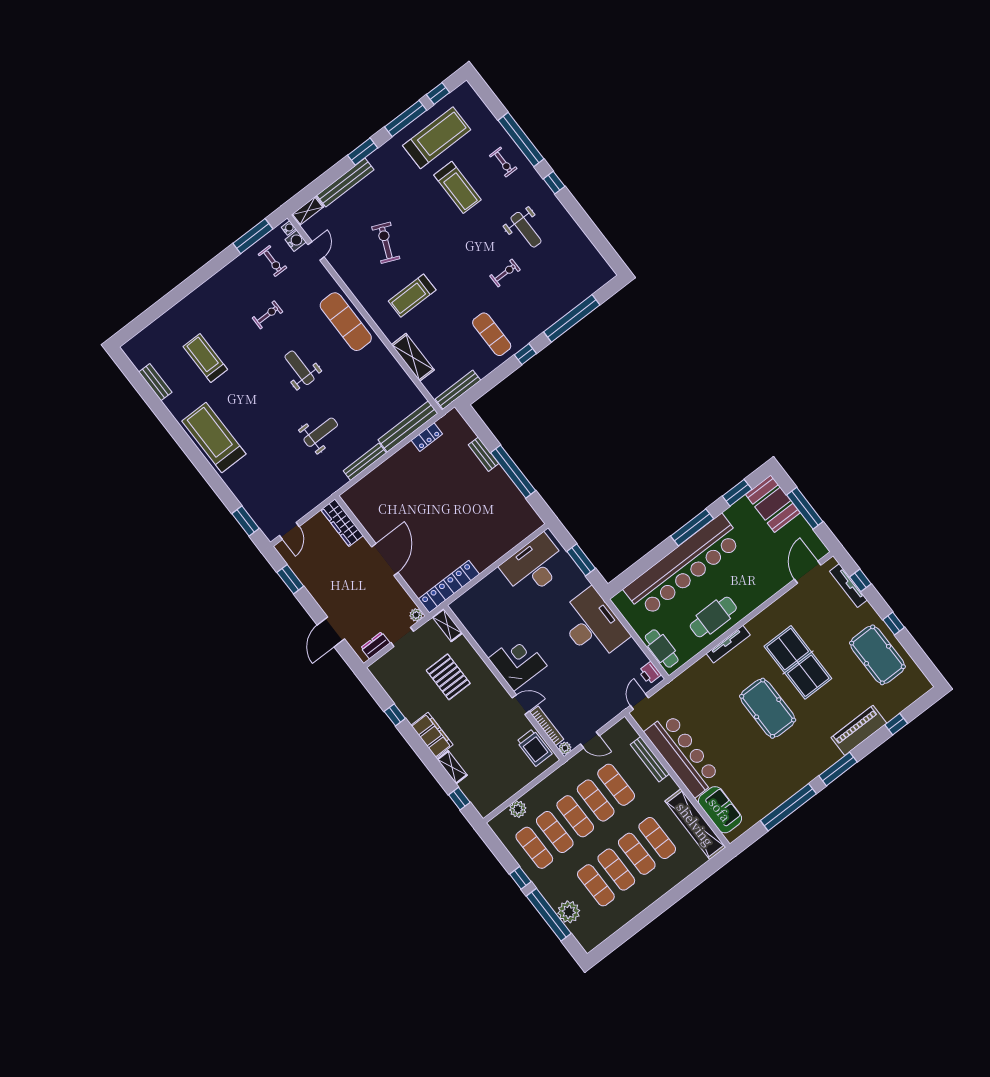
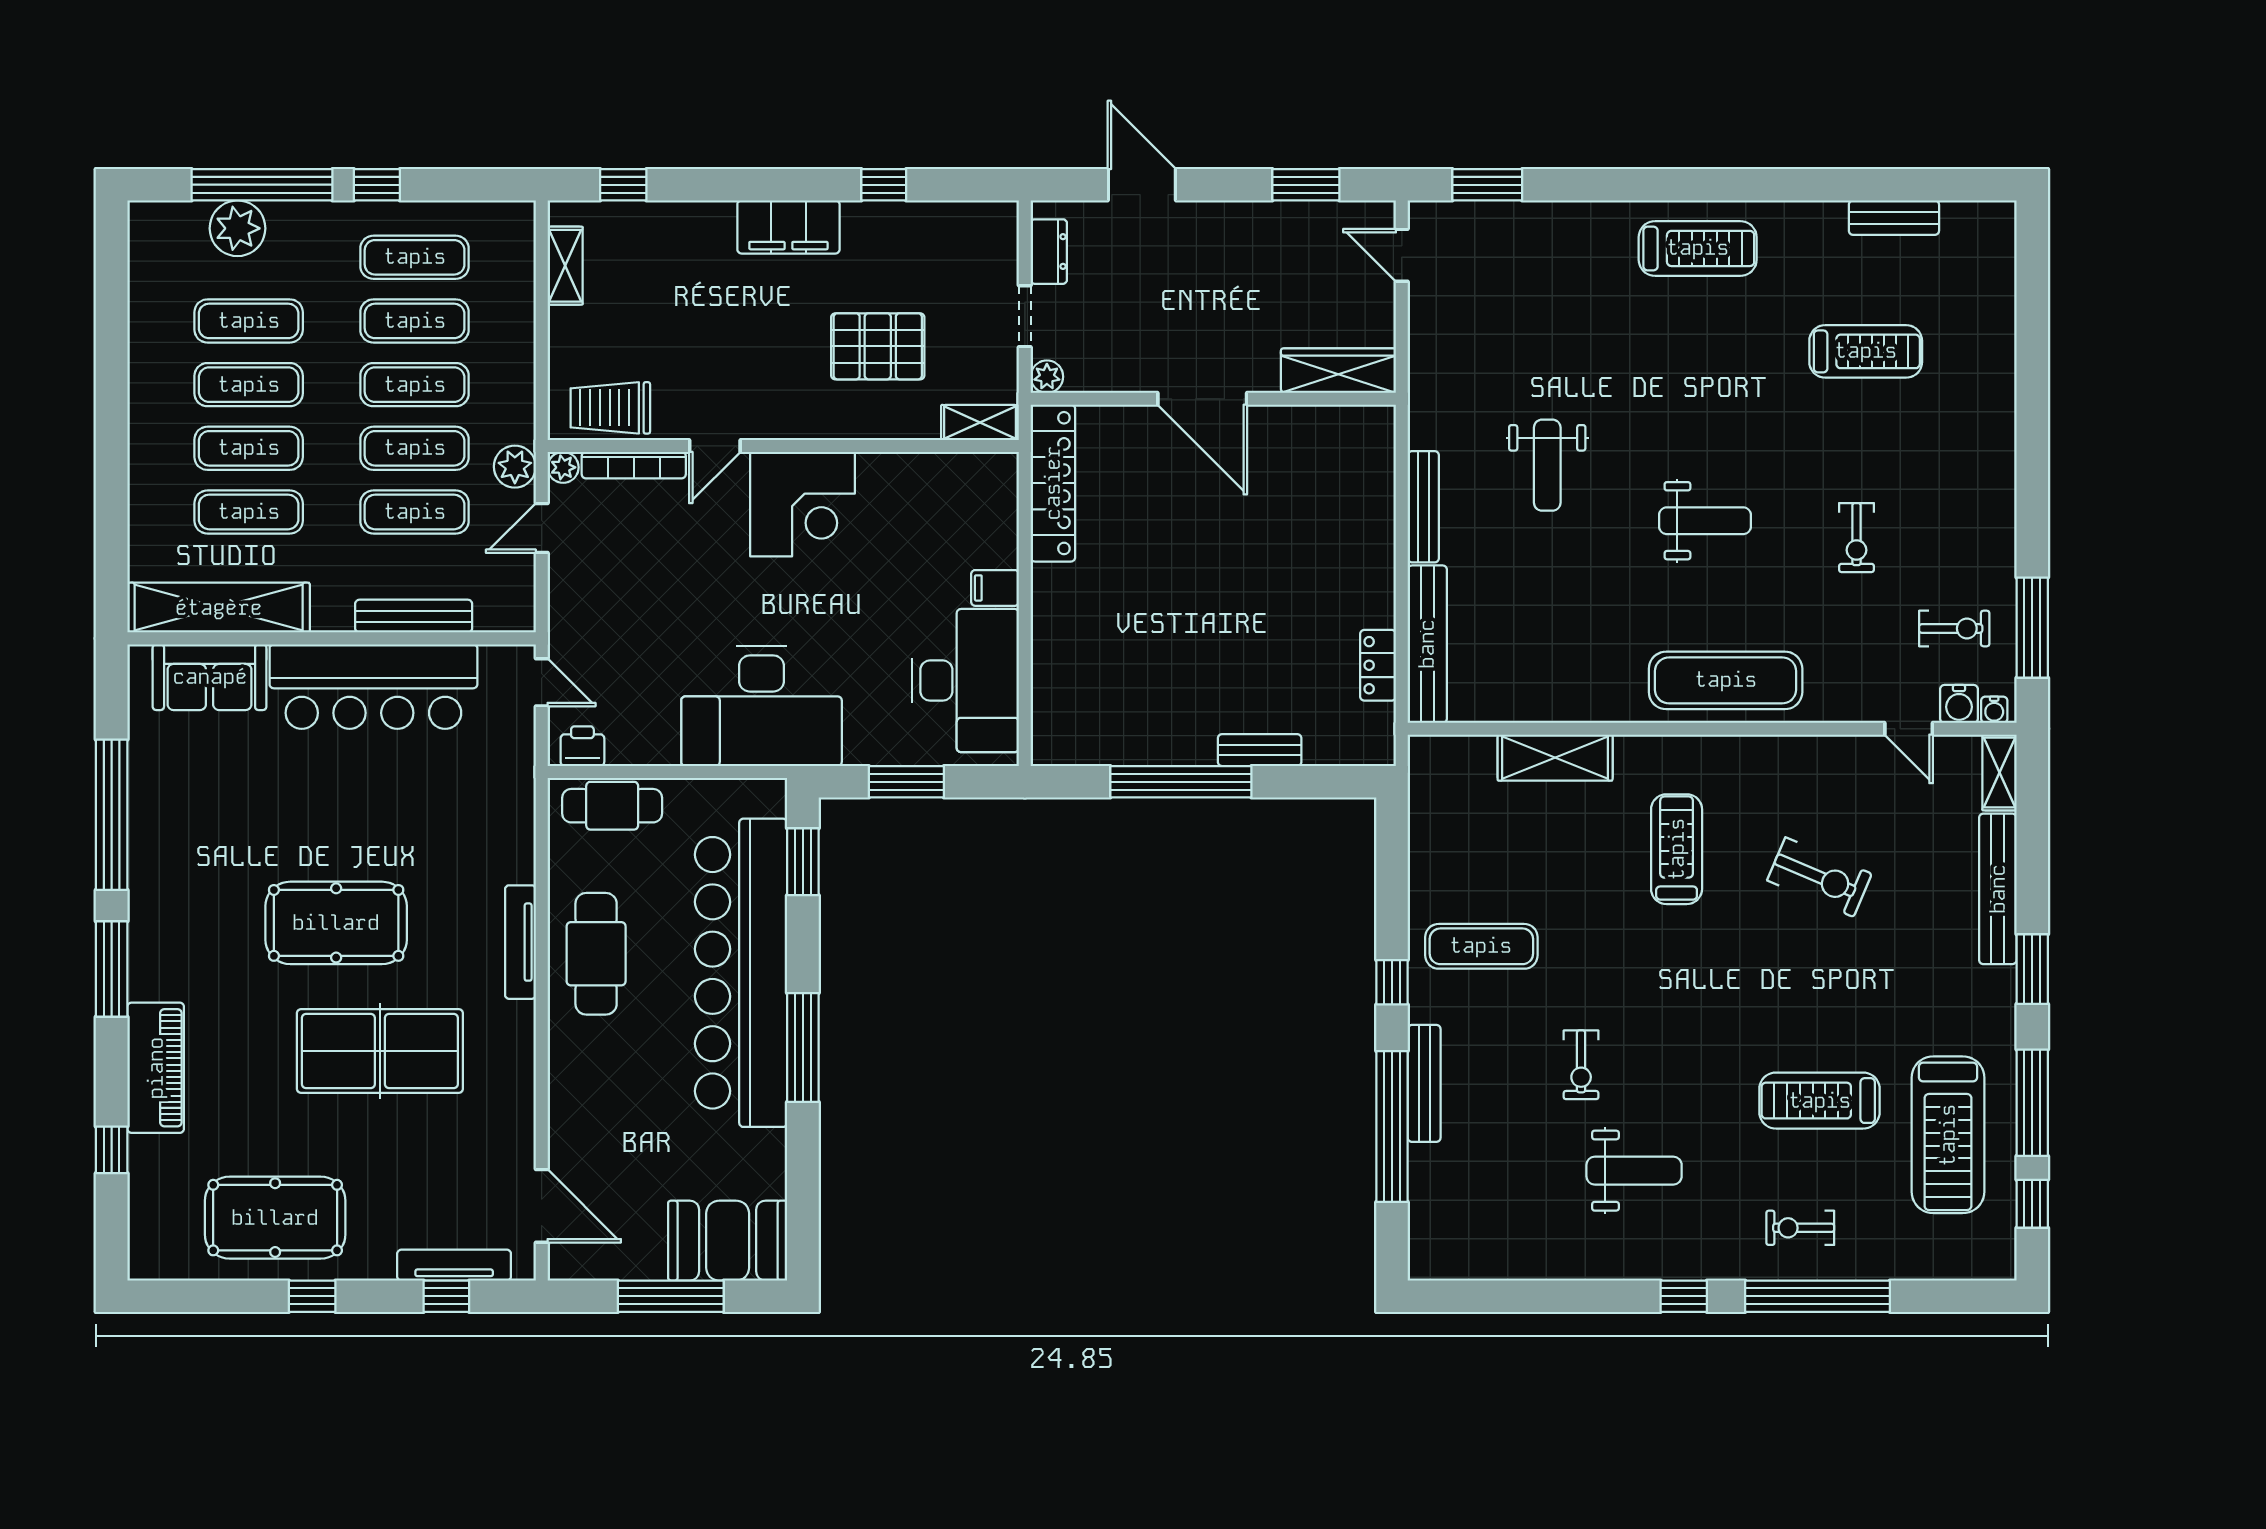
weight bench: (526, 230) -> (1634, 1171), turned 180
exercise bike: (272, 261) -> (1954, 628), turned 180
bench: (458, 390) -> (1424, 1083), moved
treadmill: (214, 438) -> (1698, 248), width x0.73, depth x0.73
window: (737, 493) -> (803, 862), moved
filing cabinet: (497, 579) -> (995, 588), added
shelving: (452, 767) -> (565, 266), moved, turned 90
plant: (518, 809) -> (515, 467), moved

